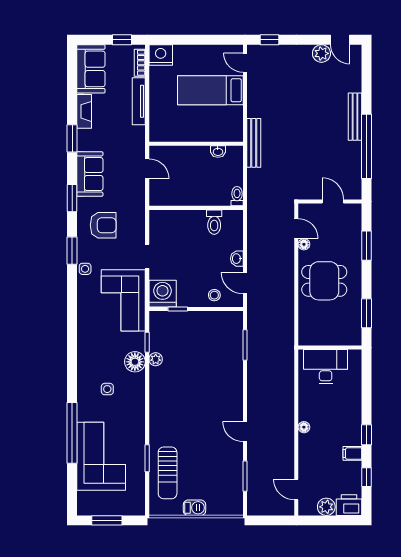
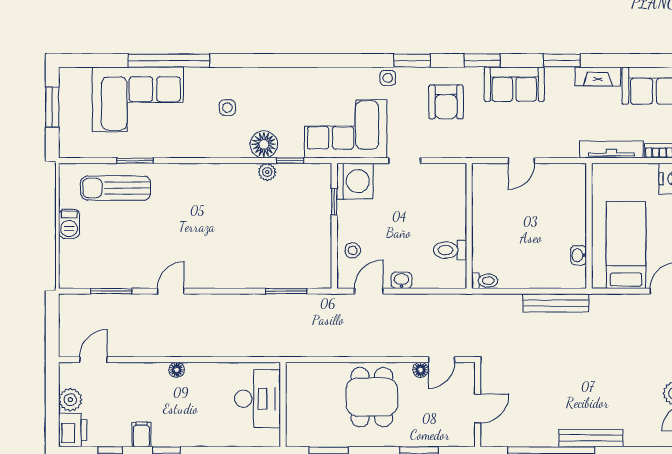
wall: (196, 144) -> (589, 226), moved
washbasin: (218, 152) -> (578, 255), moved

